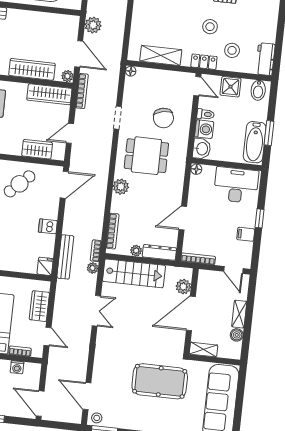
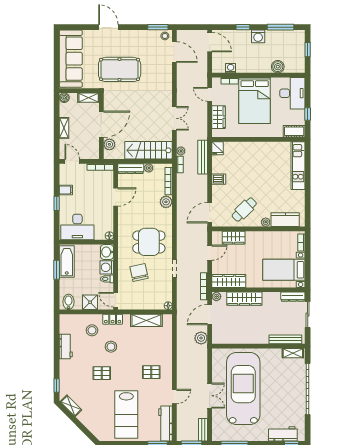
door: (79, 54) -> (210, 315), hinge flipped
workbench: (265, 59) -> (66, 347), moved
plant: (121, 187) -> (166, 202), moved
double door: (96, 311) -> (174, 118), swing flipped
boiler: (237, 335) -> (64, 98), moved

